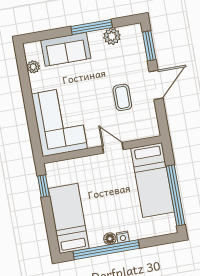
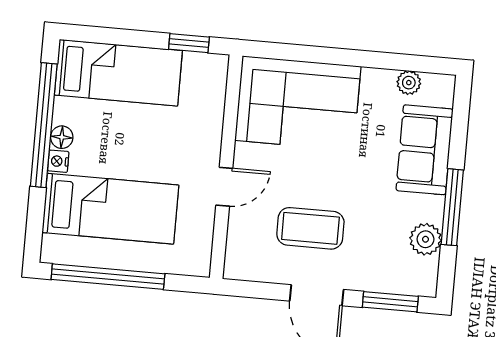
coffee table: (122, 97) -> (310, 228), width x1.36, depth x1.30
bed: (152, 180) -> (110, 209), moved, turned 180

